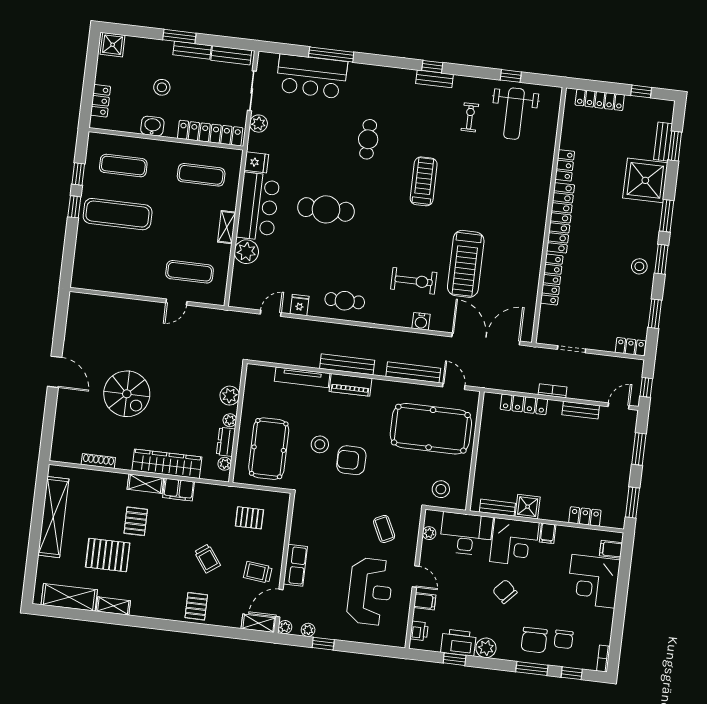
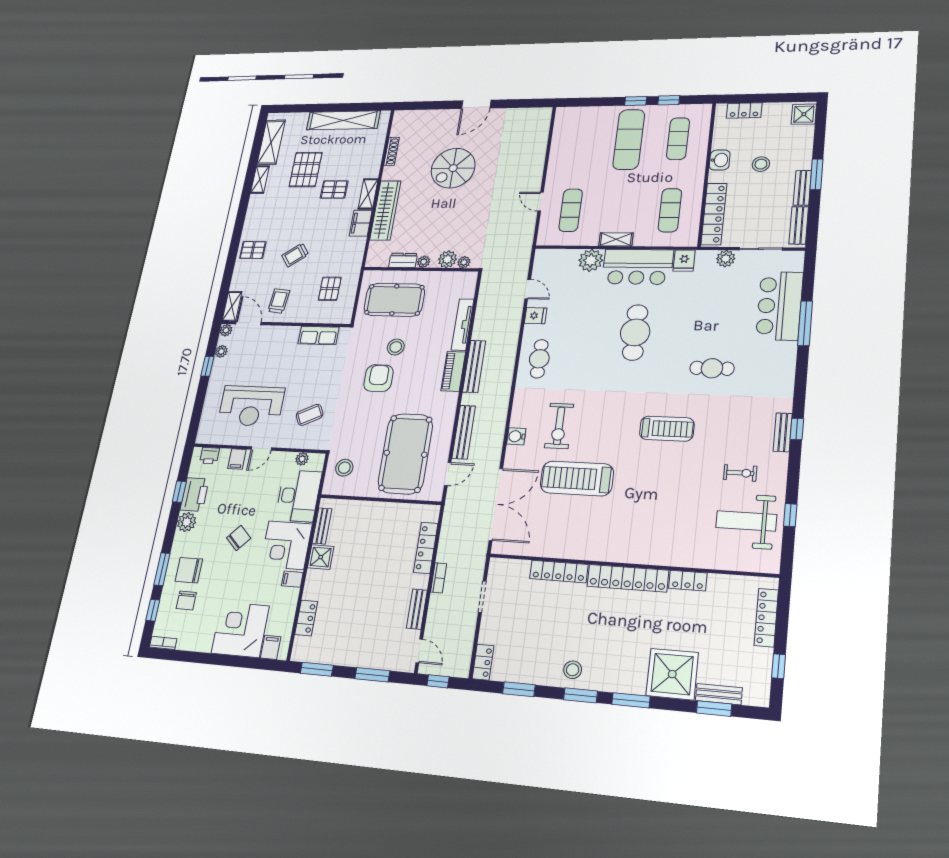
plant: (225, 464) -> (464, 262), moved
row of seats: (295, 565) -> (318, 335), moved
chair: (564, 639) -> (186, 600), turned -90

